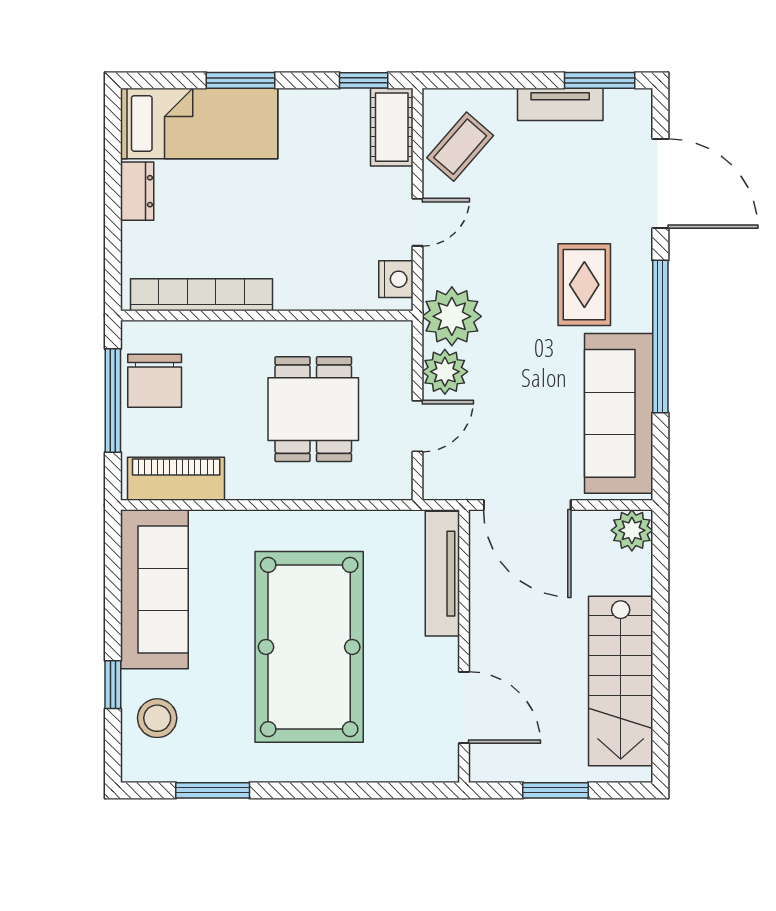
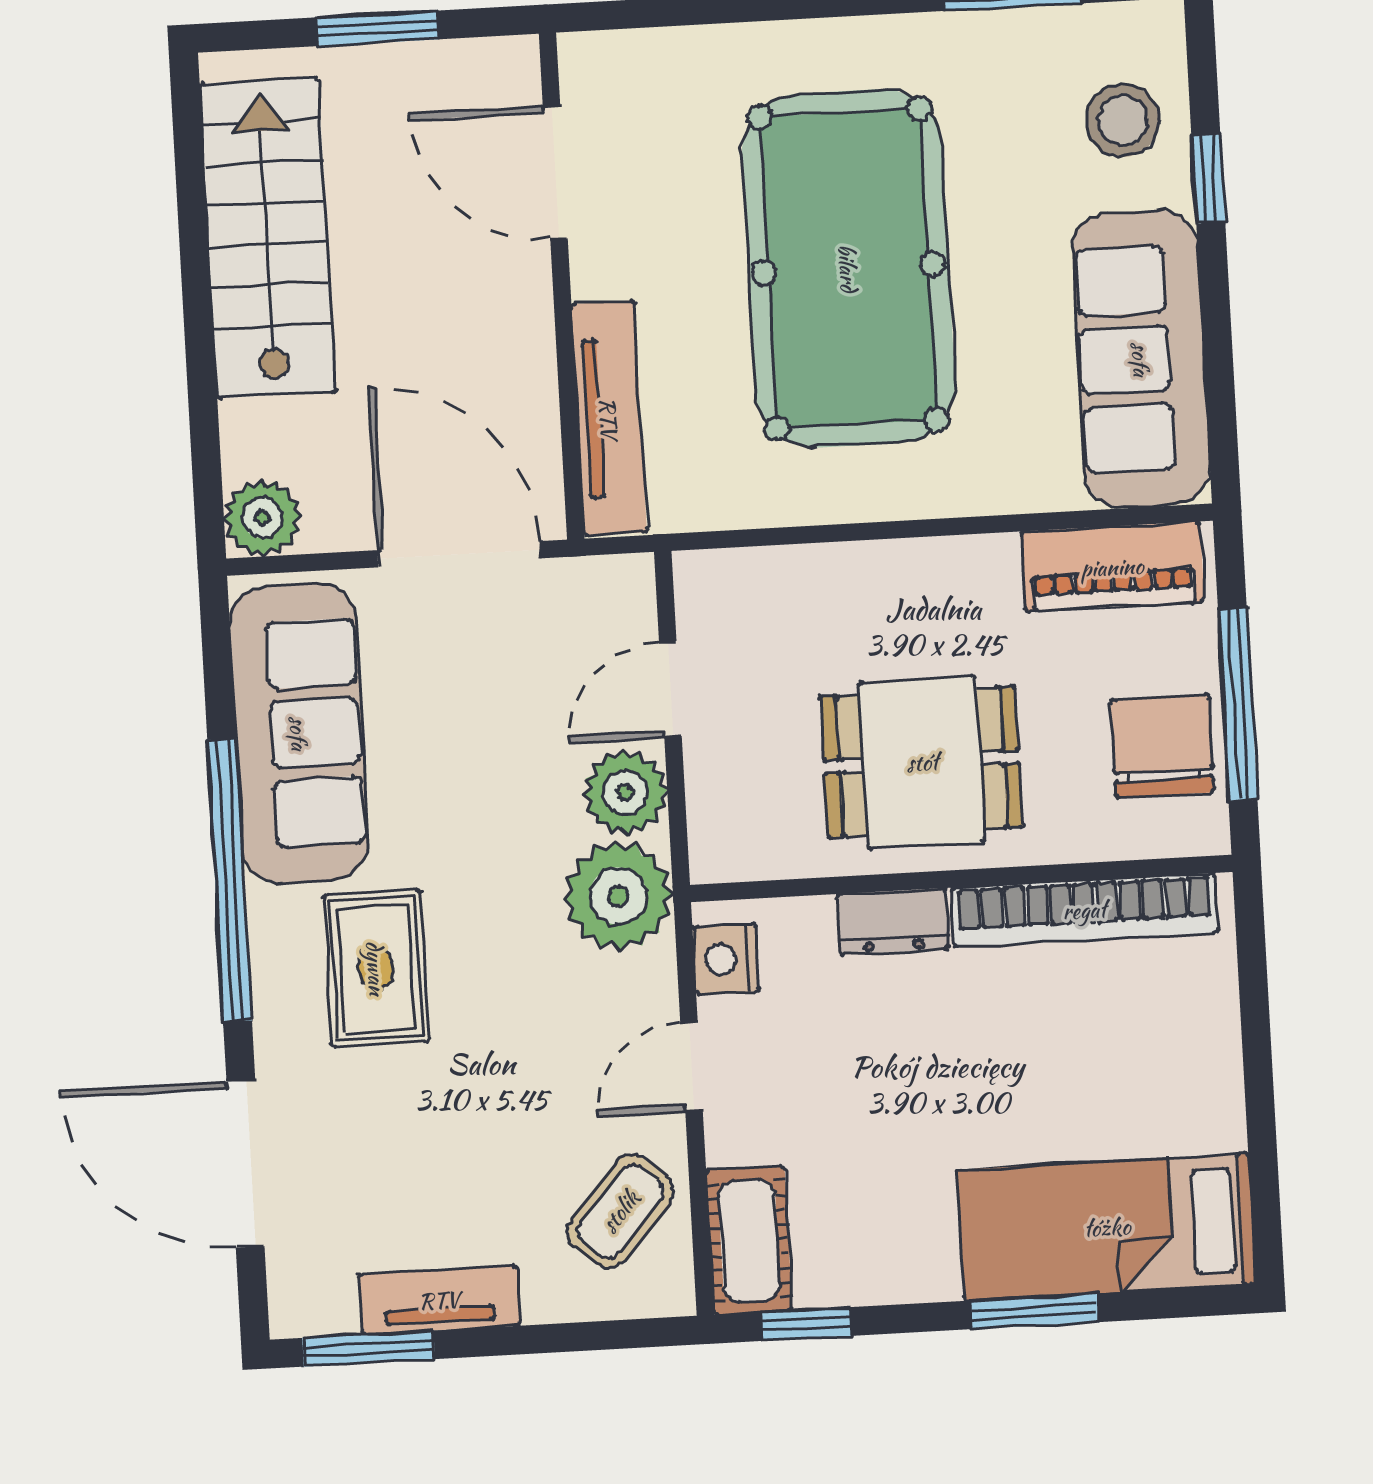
dresser: (137, 191) -> (893, 921), moved, turned -90
dining table: (313, 409) -> (922, 762), moved, turned 90

